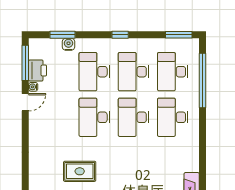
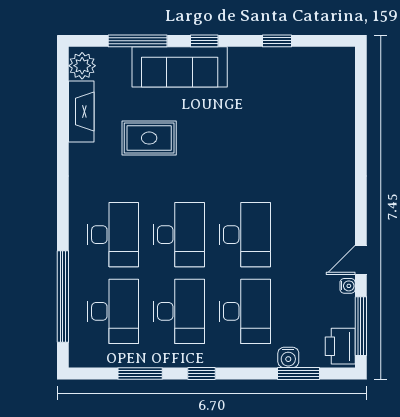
window: (179, 35) -> (140, 374), moved
printer: (38, 70) -> (340, 346), moved
rug: (80, 171) -> (149, 138), moved

